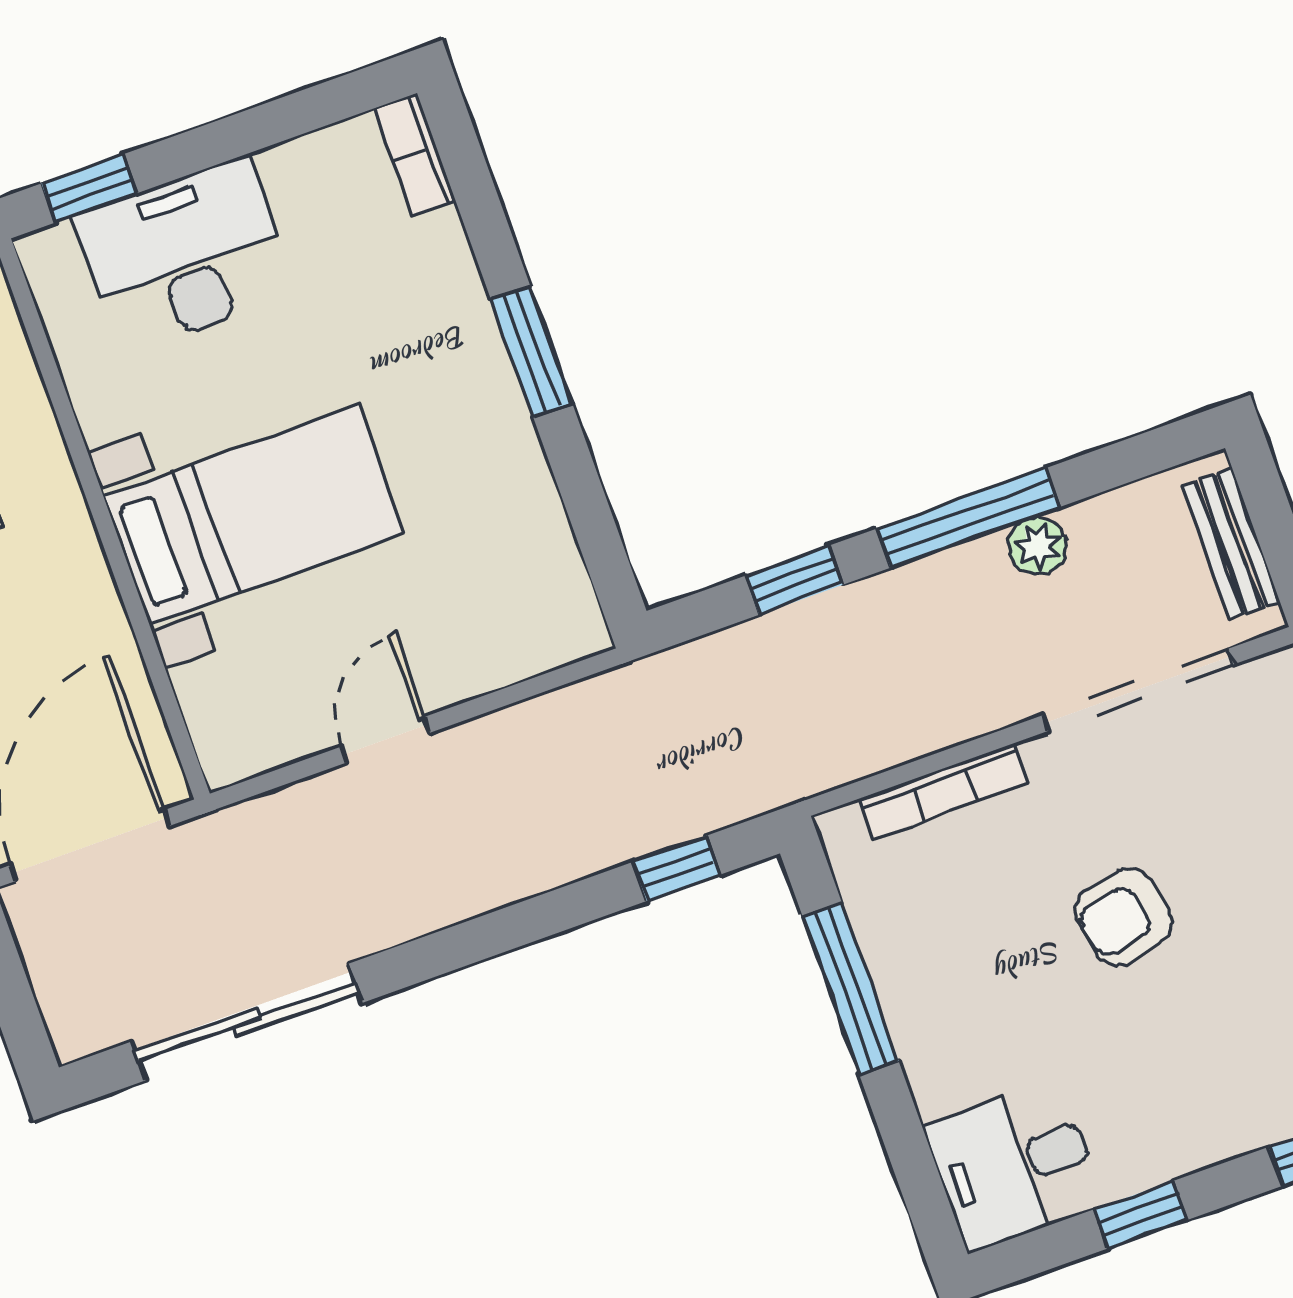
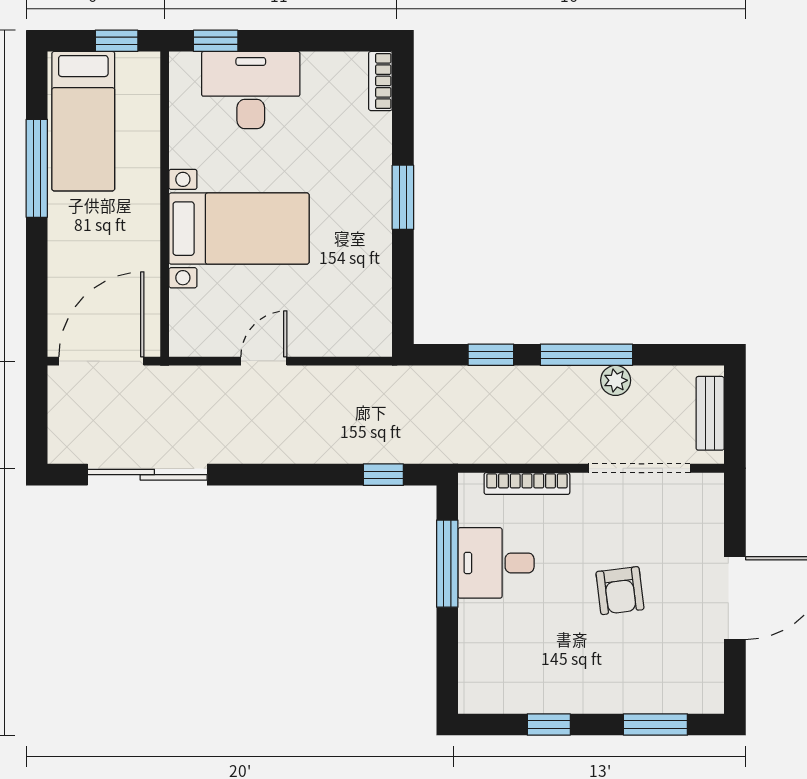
armchair: (1124, 917) -> (620, 591), moved, turned -86
desk: (1014, 1166) -> (496, 563), moved

